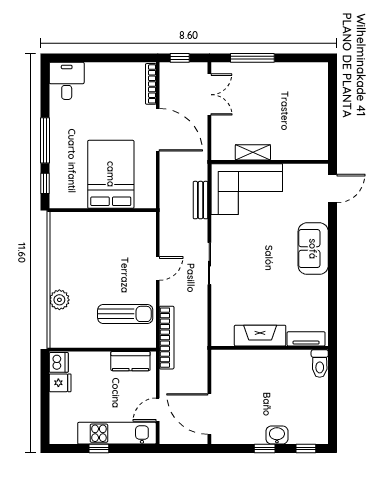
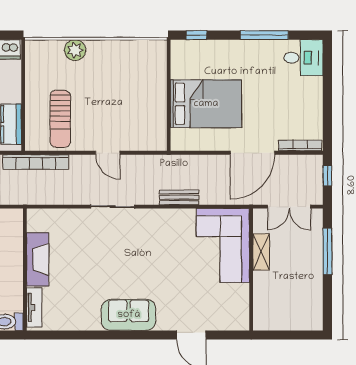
window: (45, 140) -> (264, 35), moved
shelving: (253, 152) -> (261, 252), moved
wall: (270, 162) -> (251, 269), moved
corner sofa: (247, 189) -> (223, 246), moved

